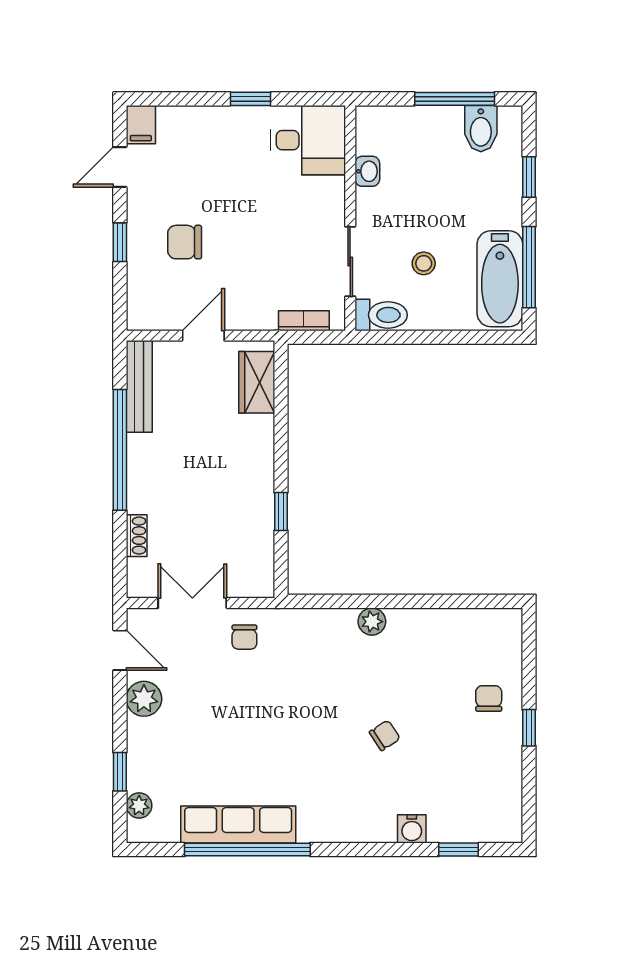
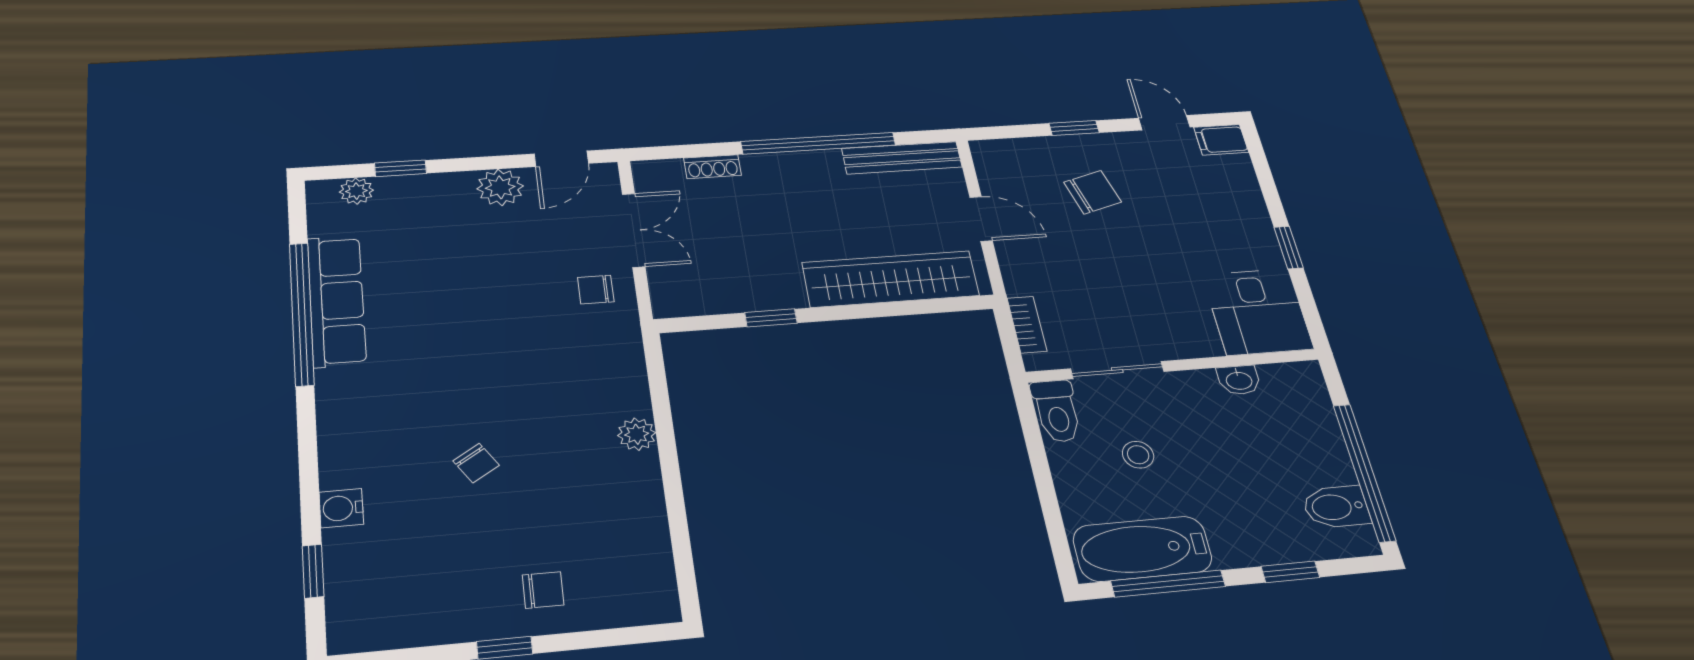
window: (455, 99) -> (1364, 472), width x1.46
chair: (185, 242) -> (1093, 192), turned 74
wardrobe: (257, 382) -> (891, 279), width x2.10, depth x1.17

